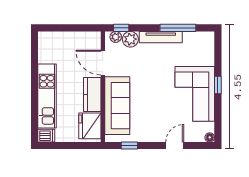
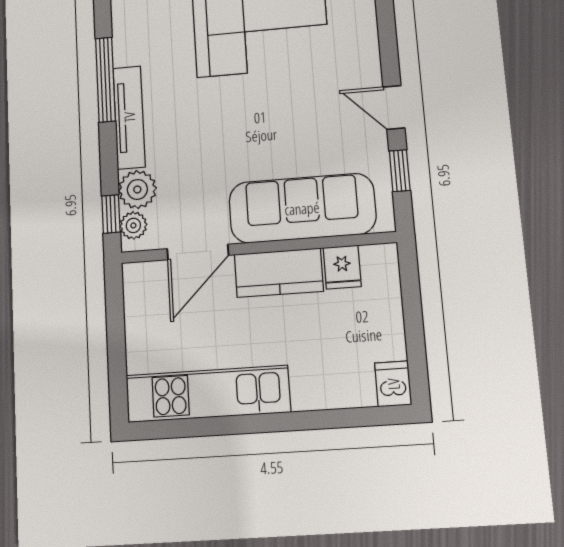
kitchen unit: (47, 96) -> (208, 394), moved
fridge: (90, 126) -> (342, 267), width x0.53, depth x0.75
door: (175, 146) -> (394, 107), moved

